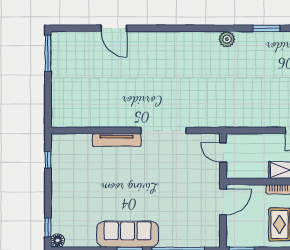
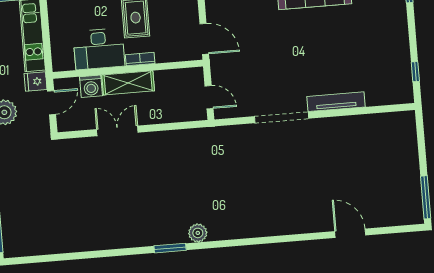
plant: (227, 39) -> (198, 233), moved
door: (223, 202) -> (204, 39), swing flipped

